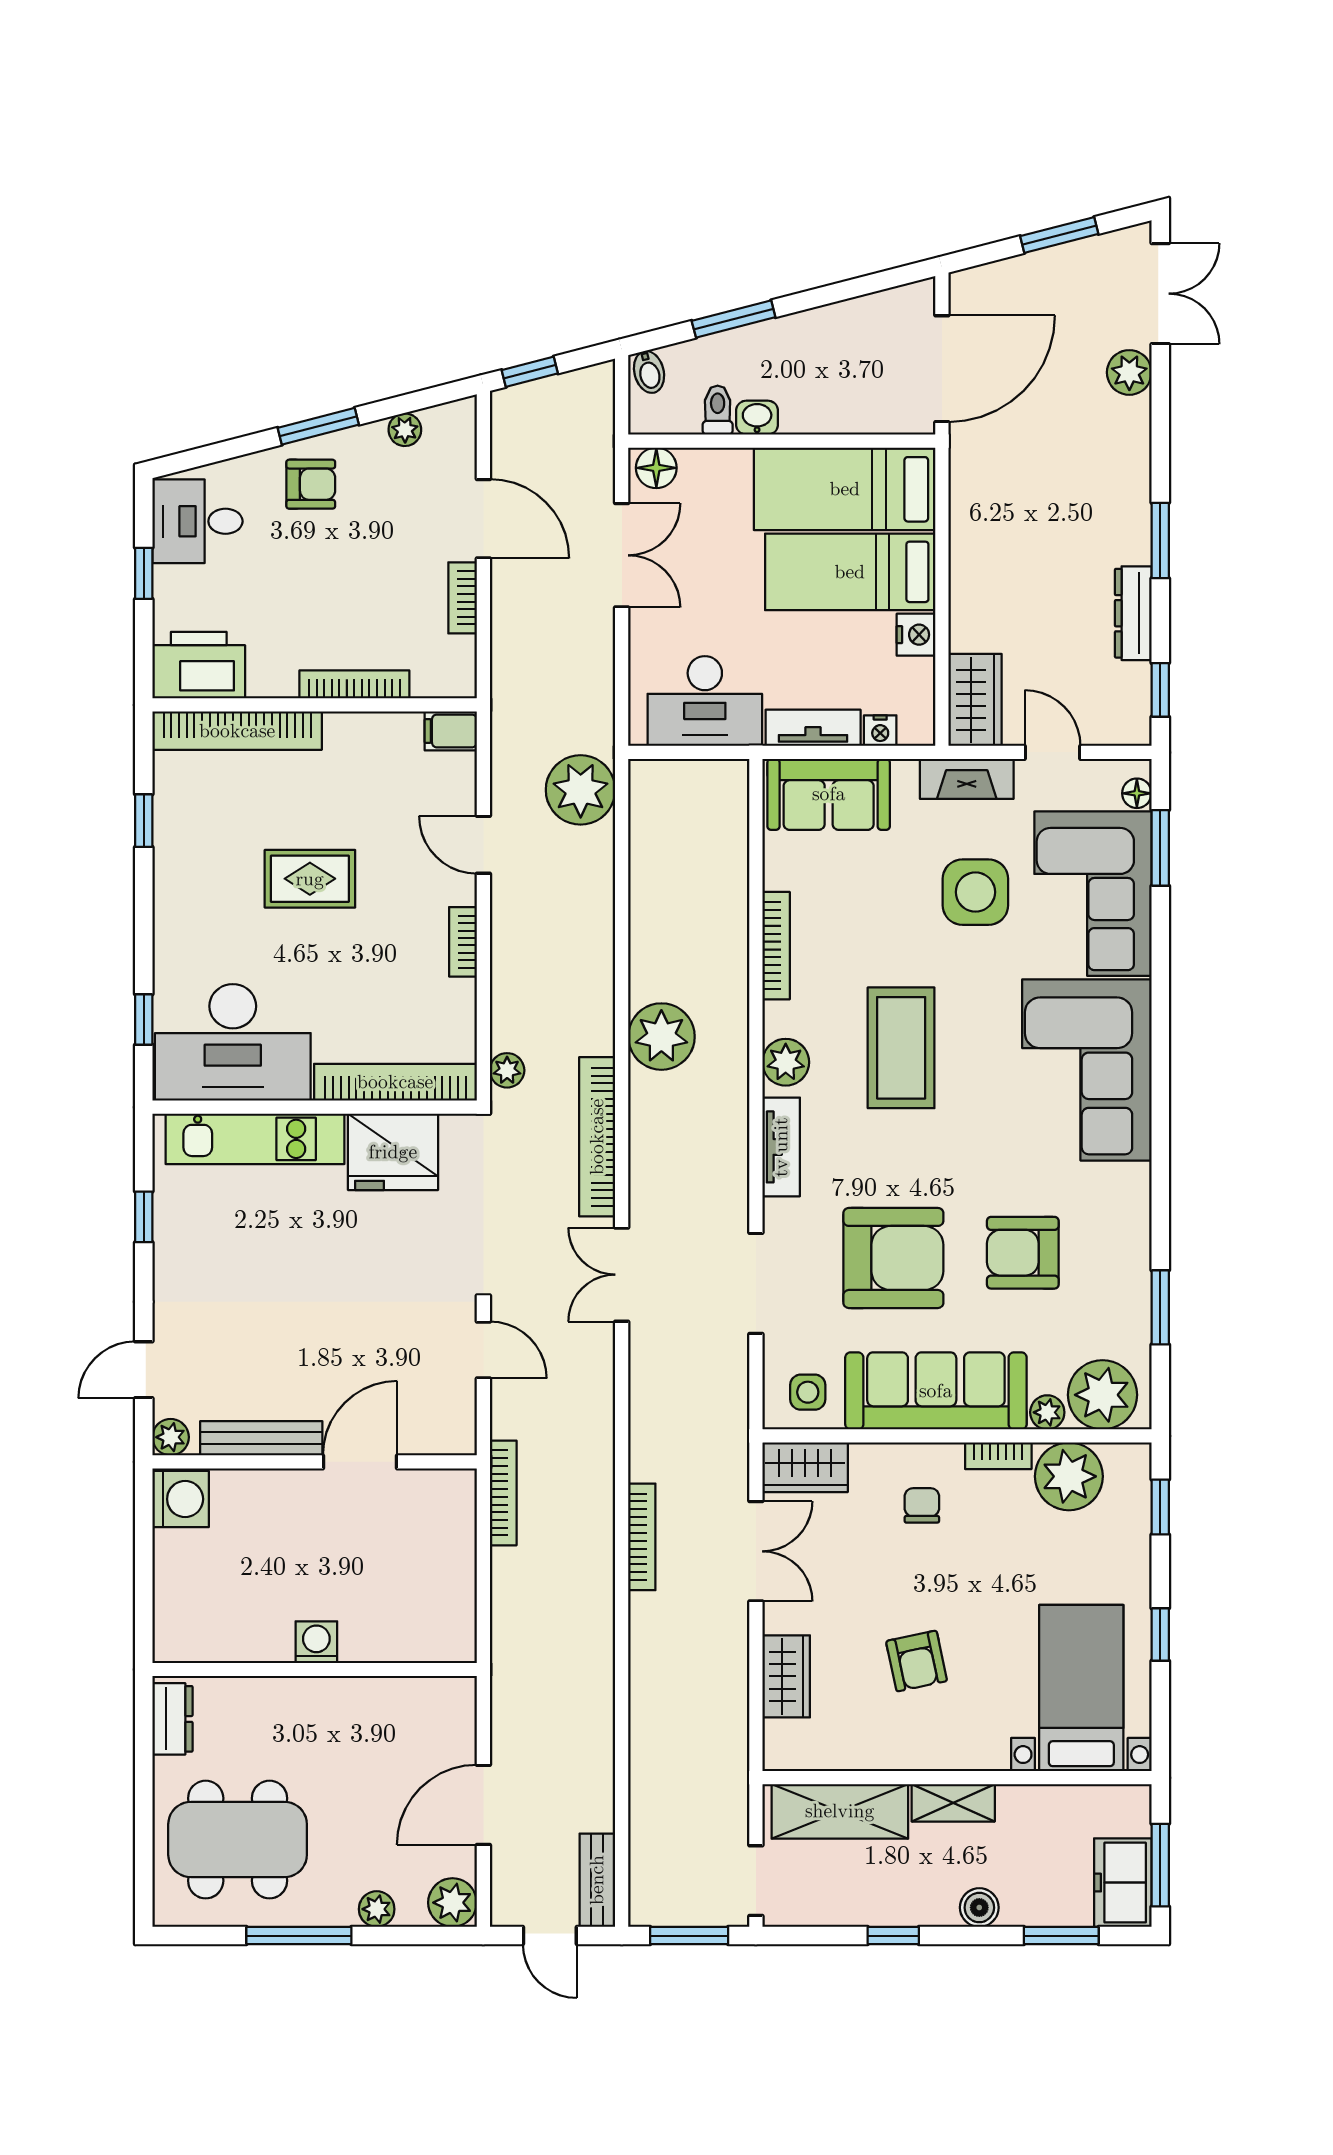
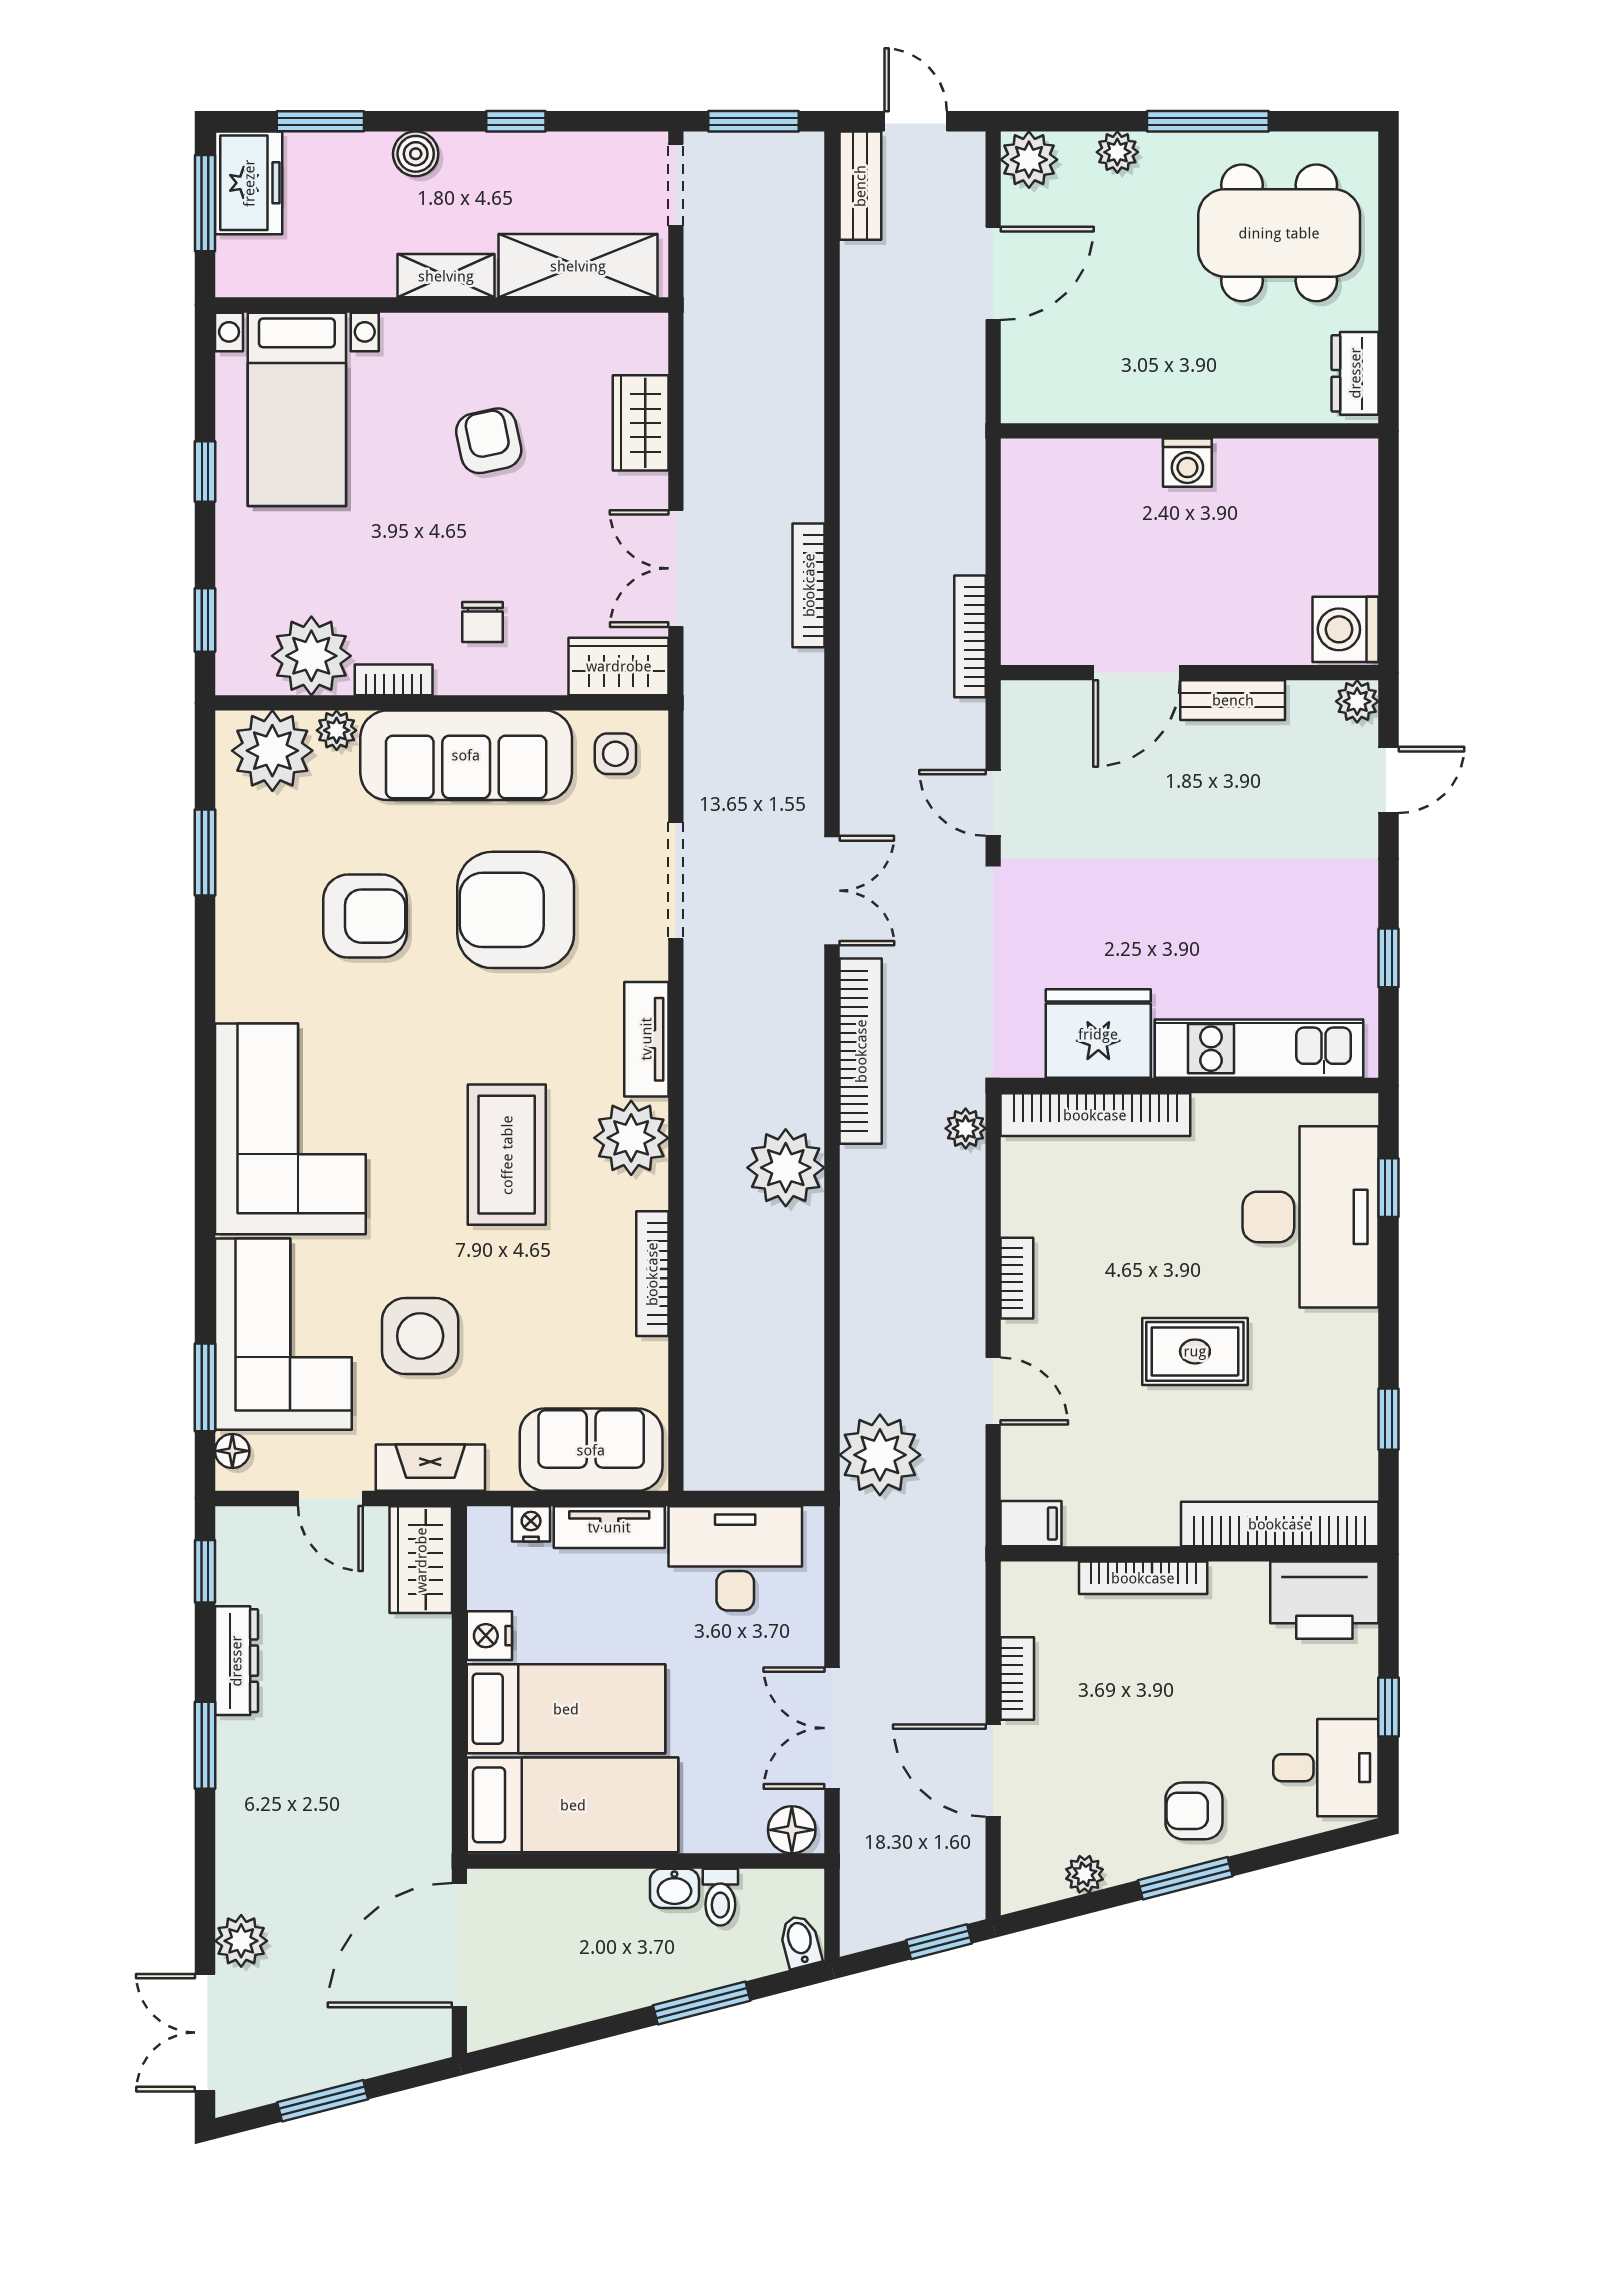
desk: (233, 1042) -> (1310, 1217), moved, turned 90
plant: (786, 1062) -> (631, 1138), width x1.36, depth x1.36
bench: (261, 1438) -> (1233, 700), width x0.73

